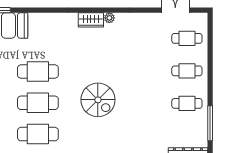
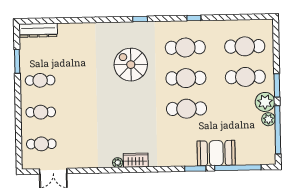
window: (30, 10) -> (195, 169), added
spiral stairs: (98, 100) -> (131, 65), moved
window: (210, 123) -> (17, 61), width x0.69

